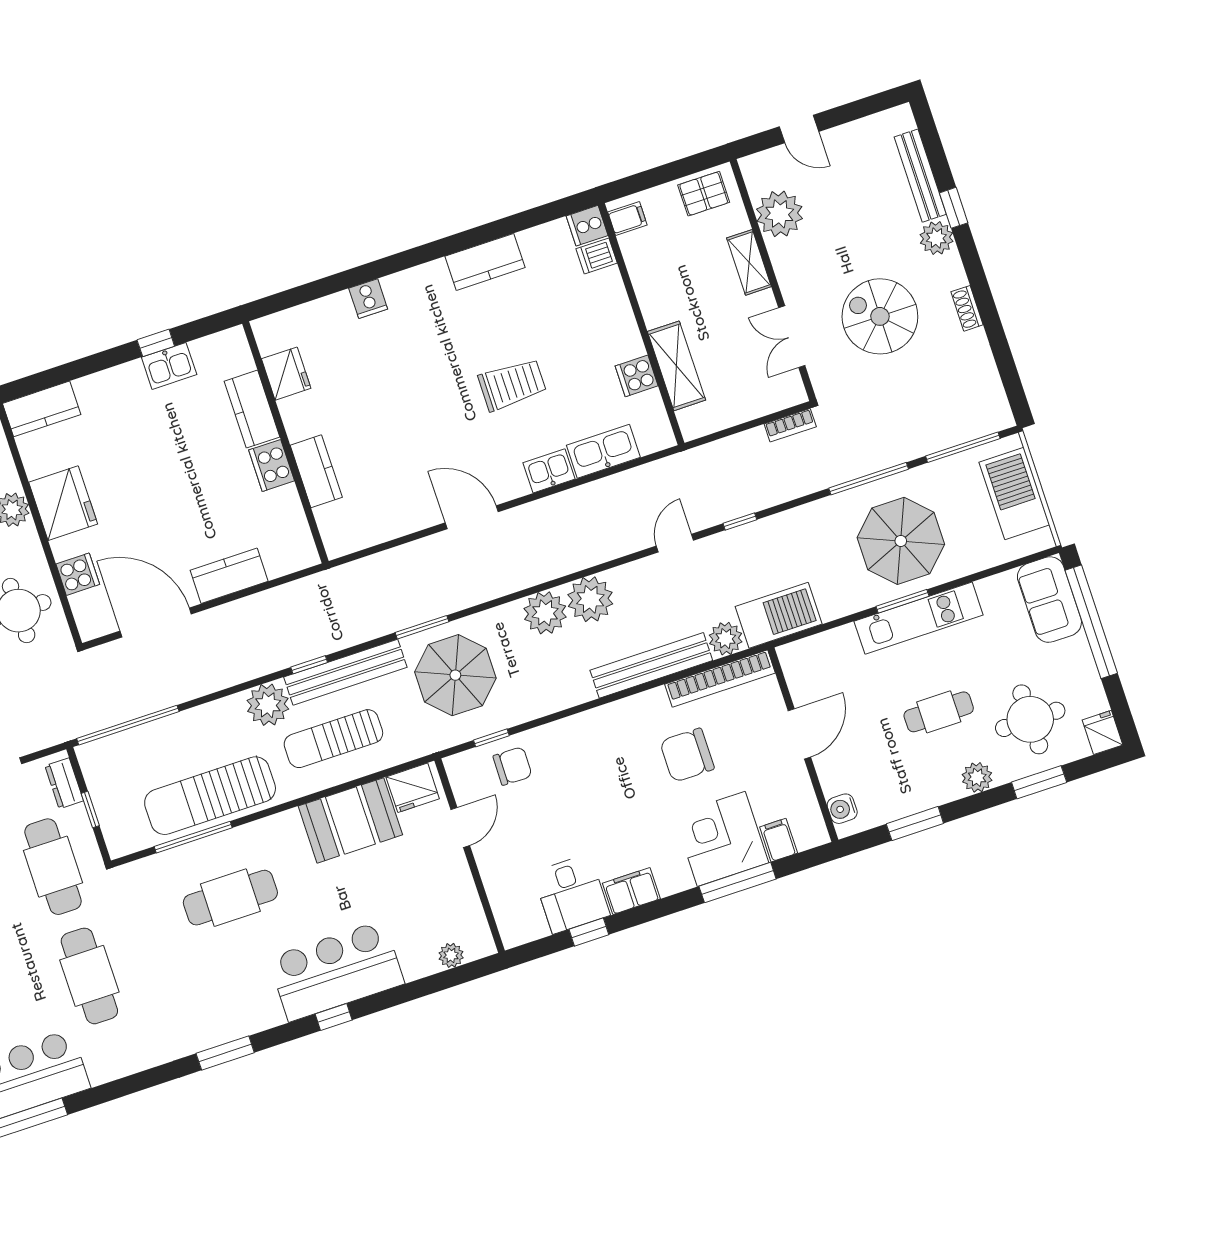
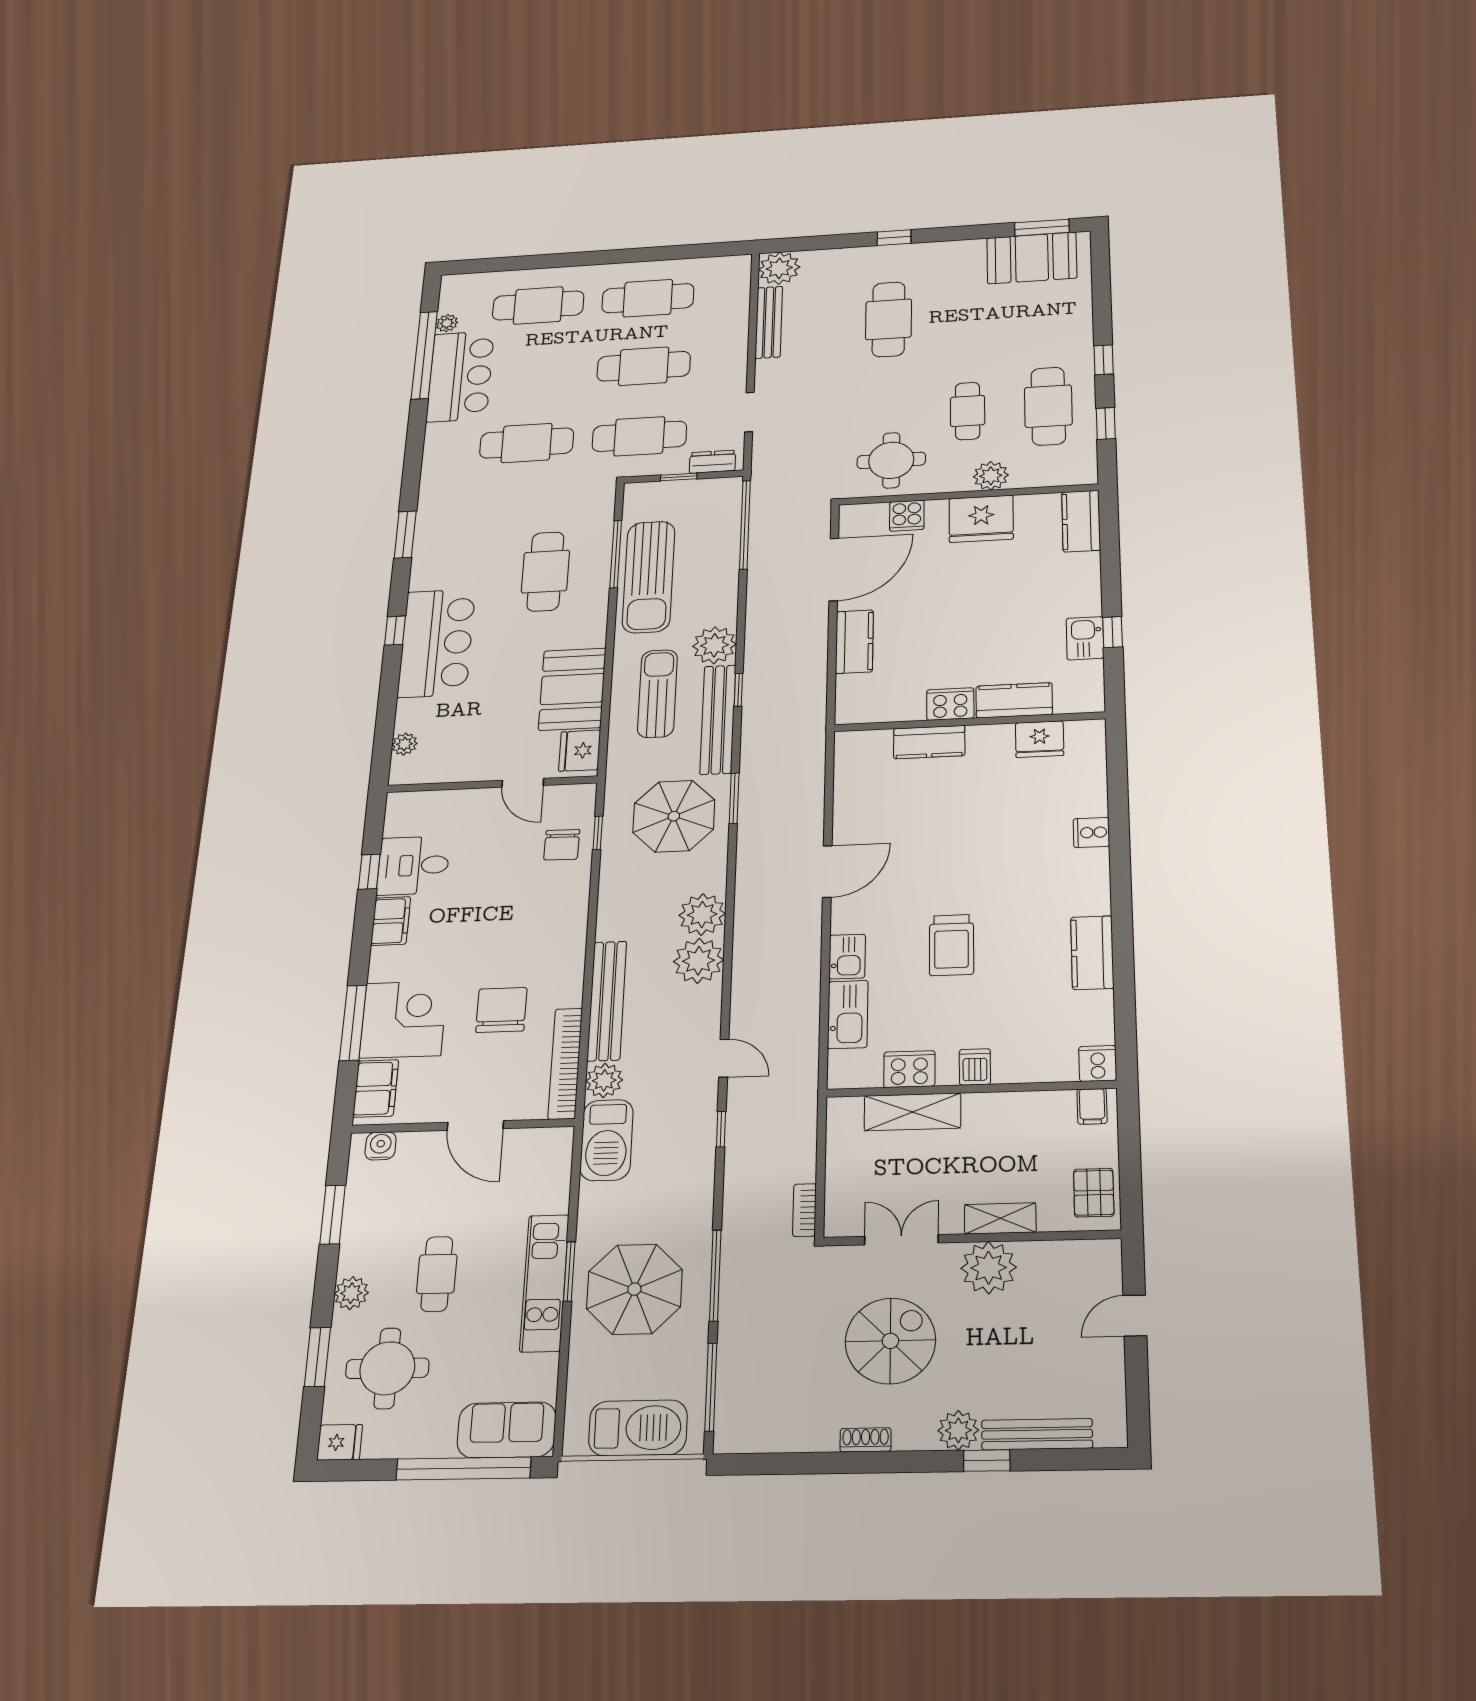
plant: (779, 214) -> (989, 1268), moved
dishwasher: (597, 256) -> (975, 1067), moved
cooker: (637, 376) -> (909, 1069), width x1.36
sun lounger: (210, 796) -> (649, 577), turned 180
filing cabinet: (779, 840) -> (376, 1088), width x2.00

